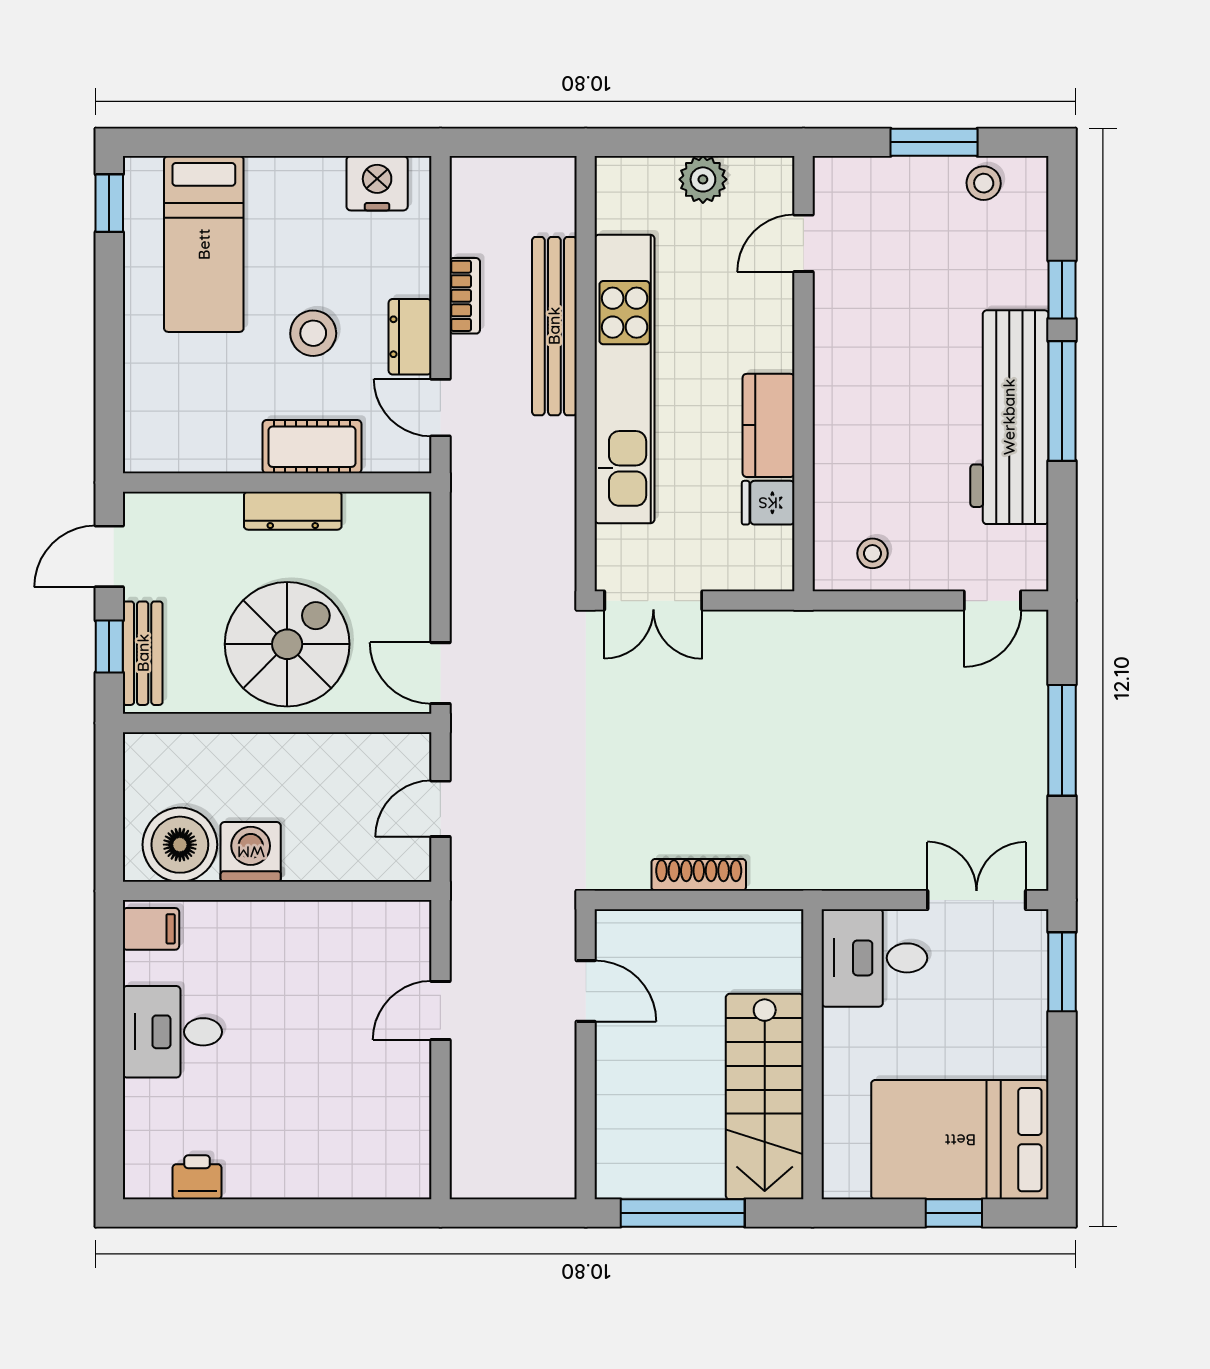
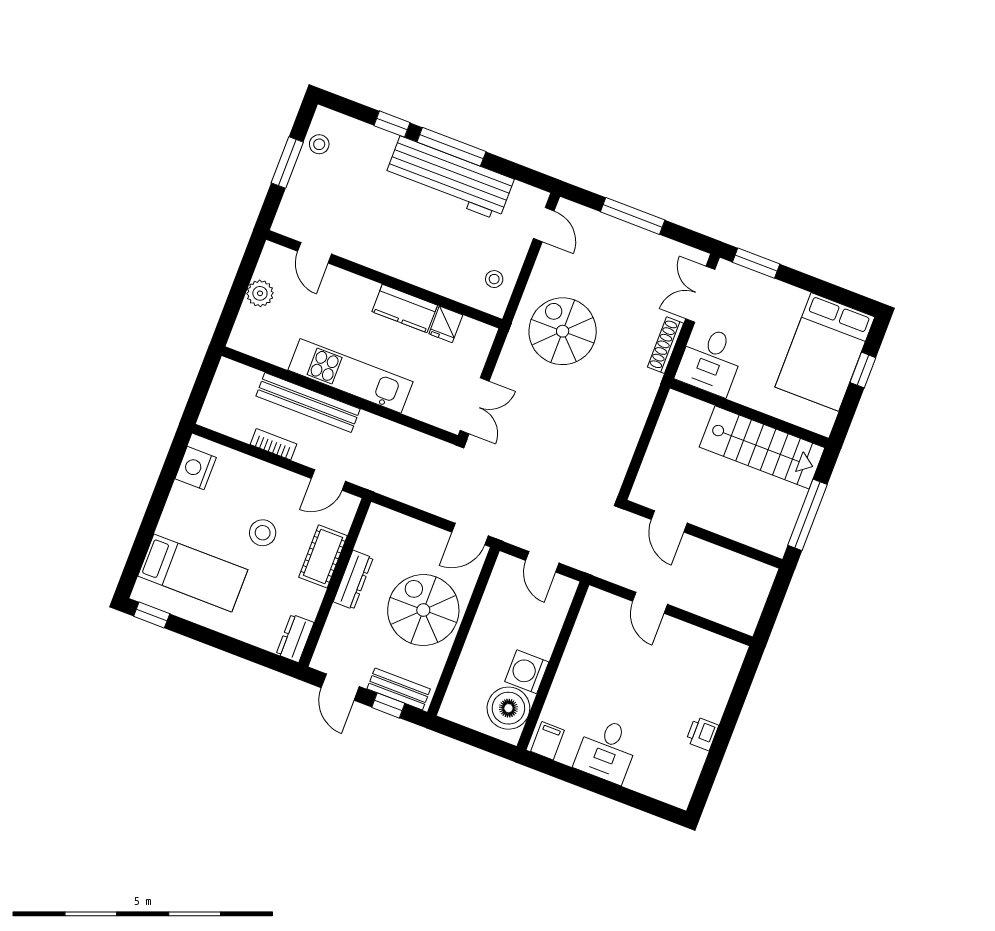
dresser: (410, 337) -> (295, 638), moved, turned 90
kitchen unit: (625, 379) -> (351, 376), width x0.73
spiral stairs: (830, 698) -> (563, 331), added
shoe rack: (699, 875) -> (666, 345), moved
door: (586, 991) -> (669, 521), swing flipped
printer: (197, 1177) -> (702, 734), moved

